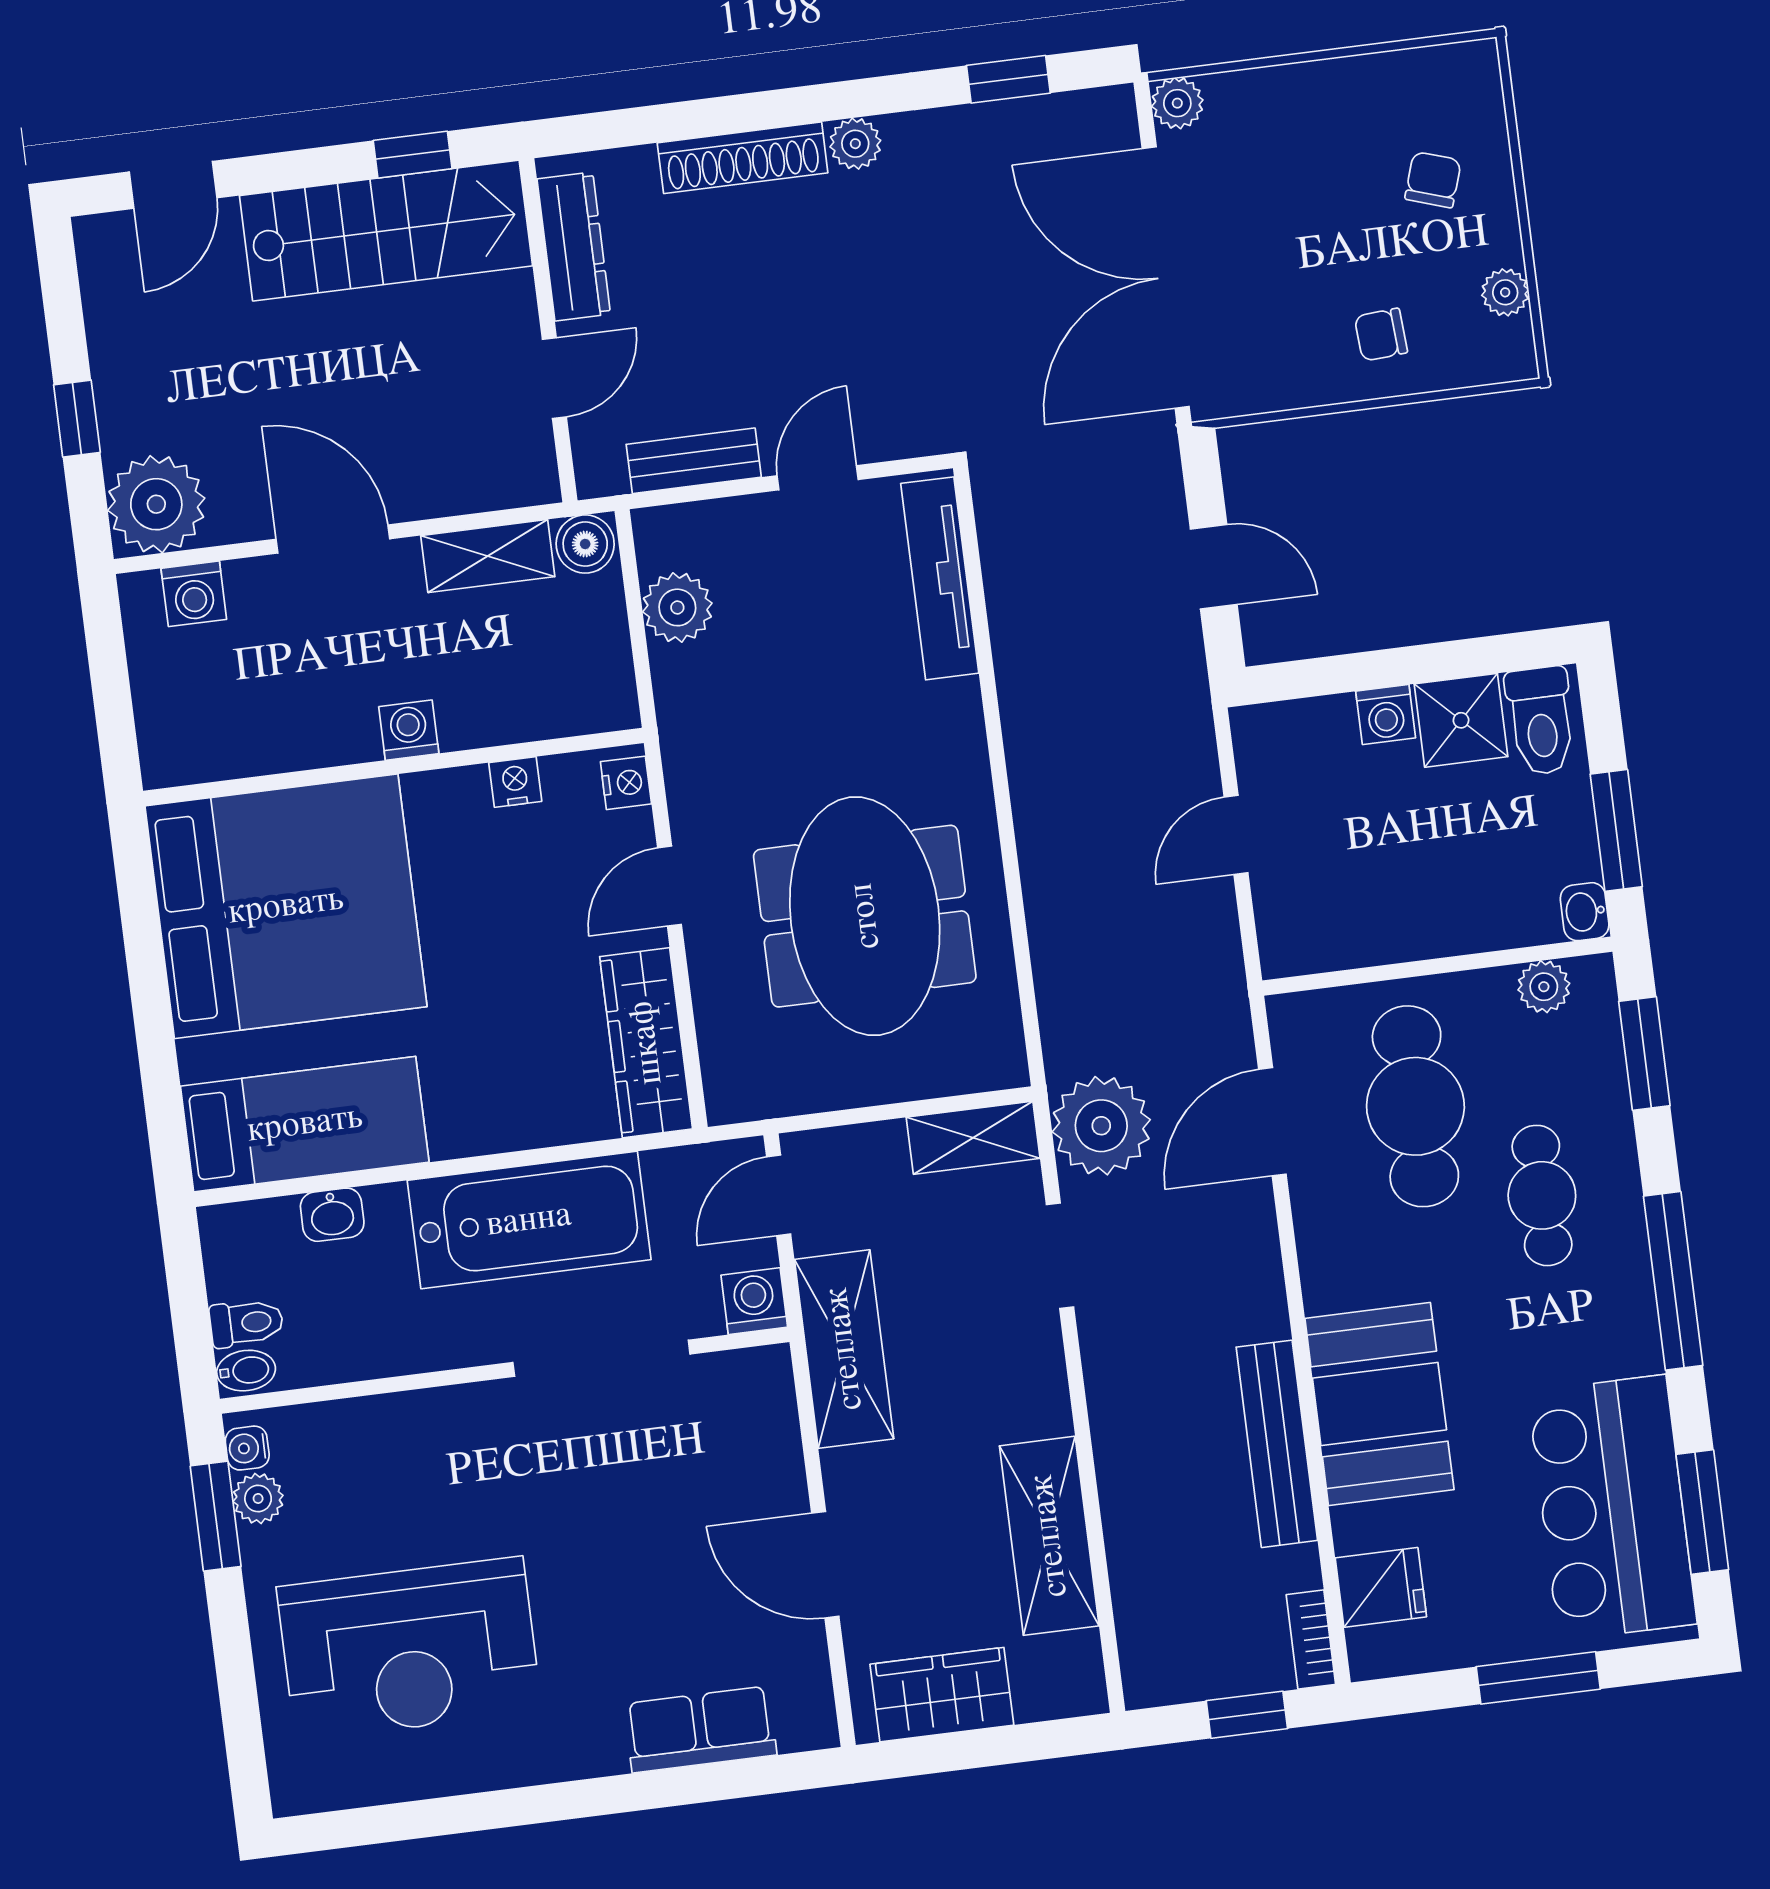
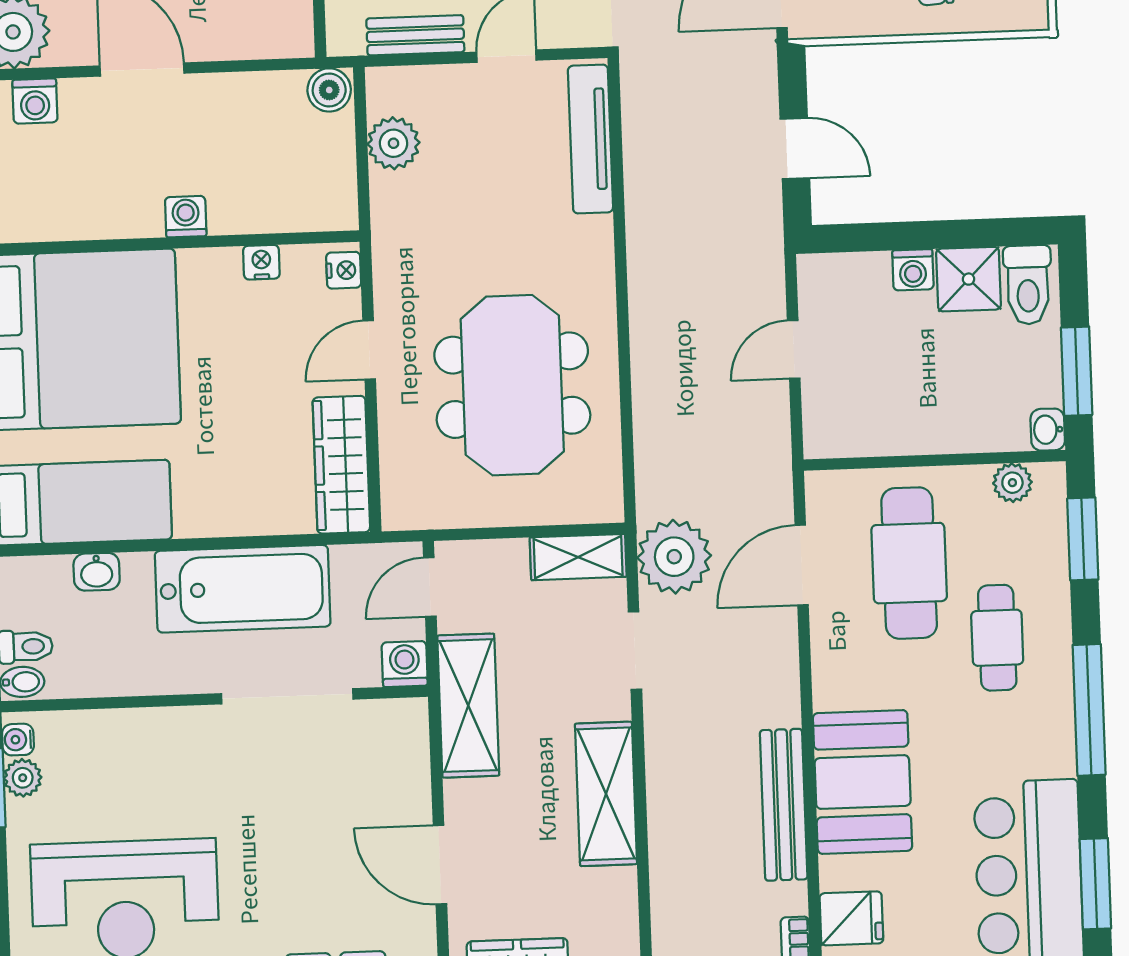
shelving: (488, 556) -> (256, 92), removed
shelving: (1049, 1536) -> (606, 794), moved

